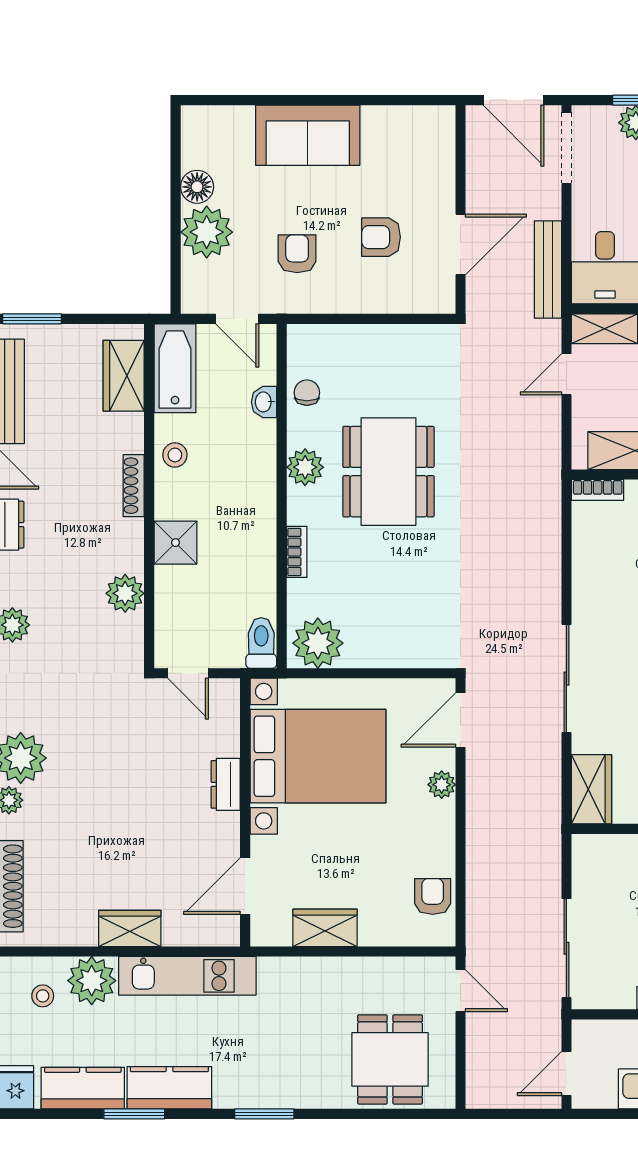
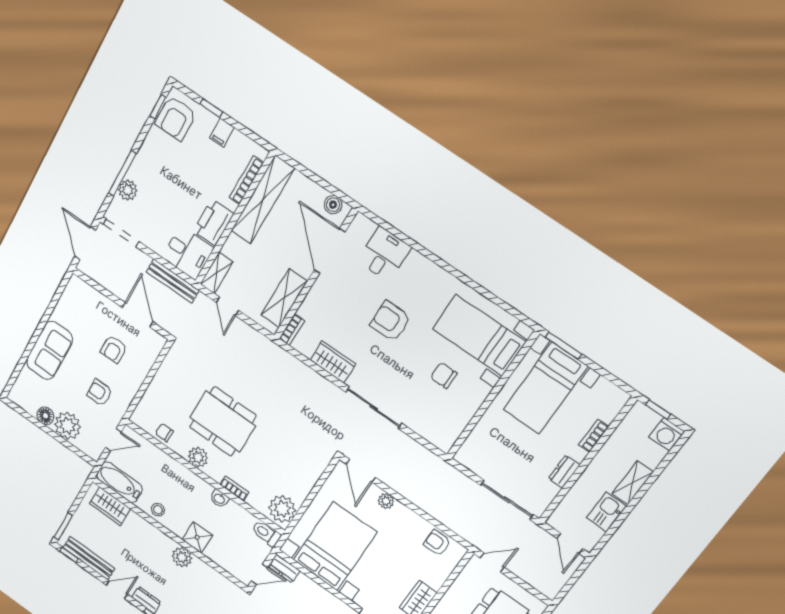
door: (513, 100) -> (85, 243), swing flipped
washbasin: (264, 402) -> (219, 498), moved
shoe rack: (134, 486) -> (161, 537), removed
plant: (125, 593) -> (182, 557), moved
dresser: (226, 784) -> (284, 569), moved
wardrobe: (592, 789) -> (333, 362), moved

